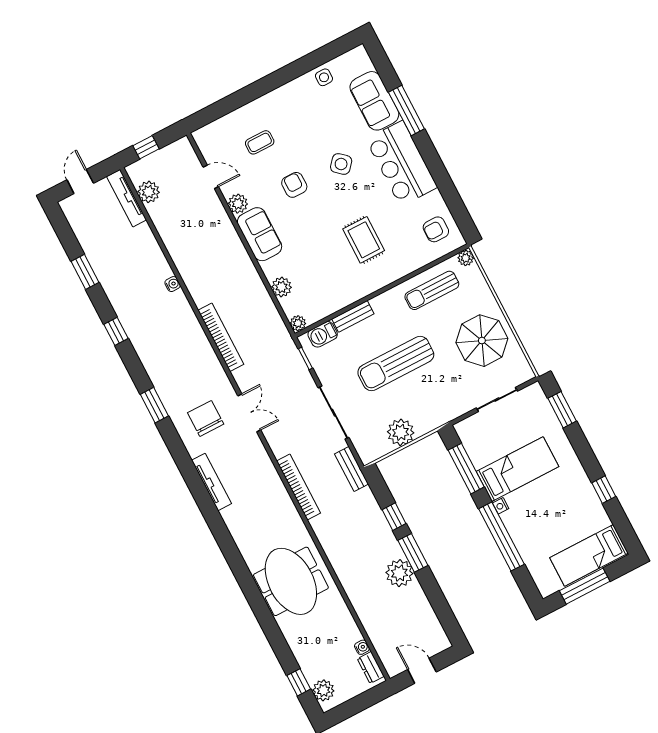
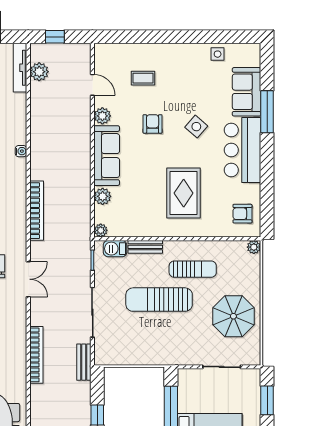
sofa: (260, 234) -> (107, 156), width x1.36
rug: (364, 240) -> (184, 193), width x1.36, depth x1.43
sun lounger: (432, 290) -> (193, 269), moved, turned 180
plant: (401, 432) -> (136, 354), removed

